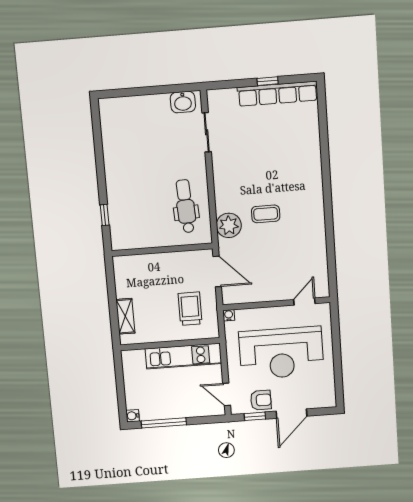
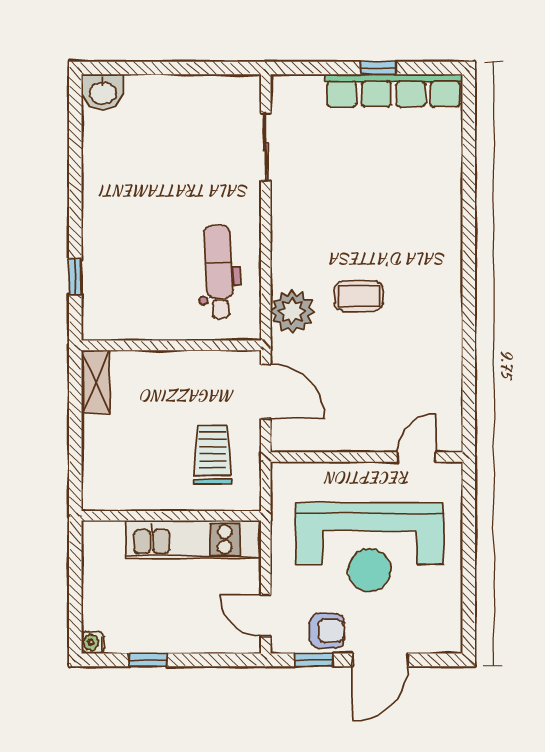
washbasin: (183, 102) -> (103, 92), moved
water cooler: (229, 315) -> (280, 471), removed
shelving: (125, 316) -> (96, 382), moved
window: (164, 423) -> (148, 660), width x0.46

